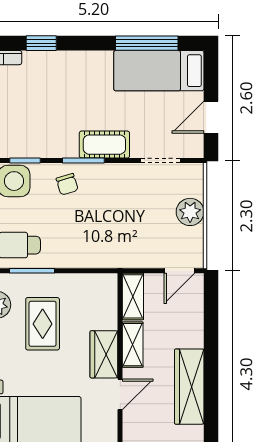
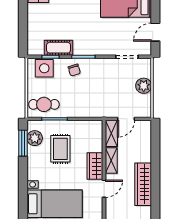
cot: (104, 145) -> (59, 48), moved
door: (179, 271) -> (126, 119), moved

